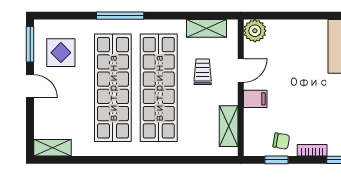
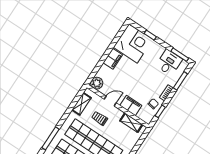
filing cabinet: (310, 31) -> (113, 59), added
door: (241, 71) -> (110, 101), hinge flipped
filing cabinet: (255, 99) -> (131, 105), width x2.00

